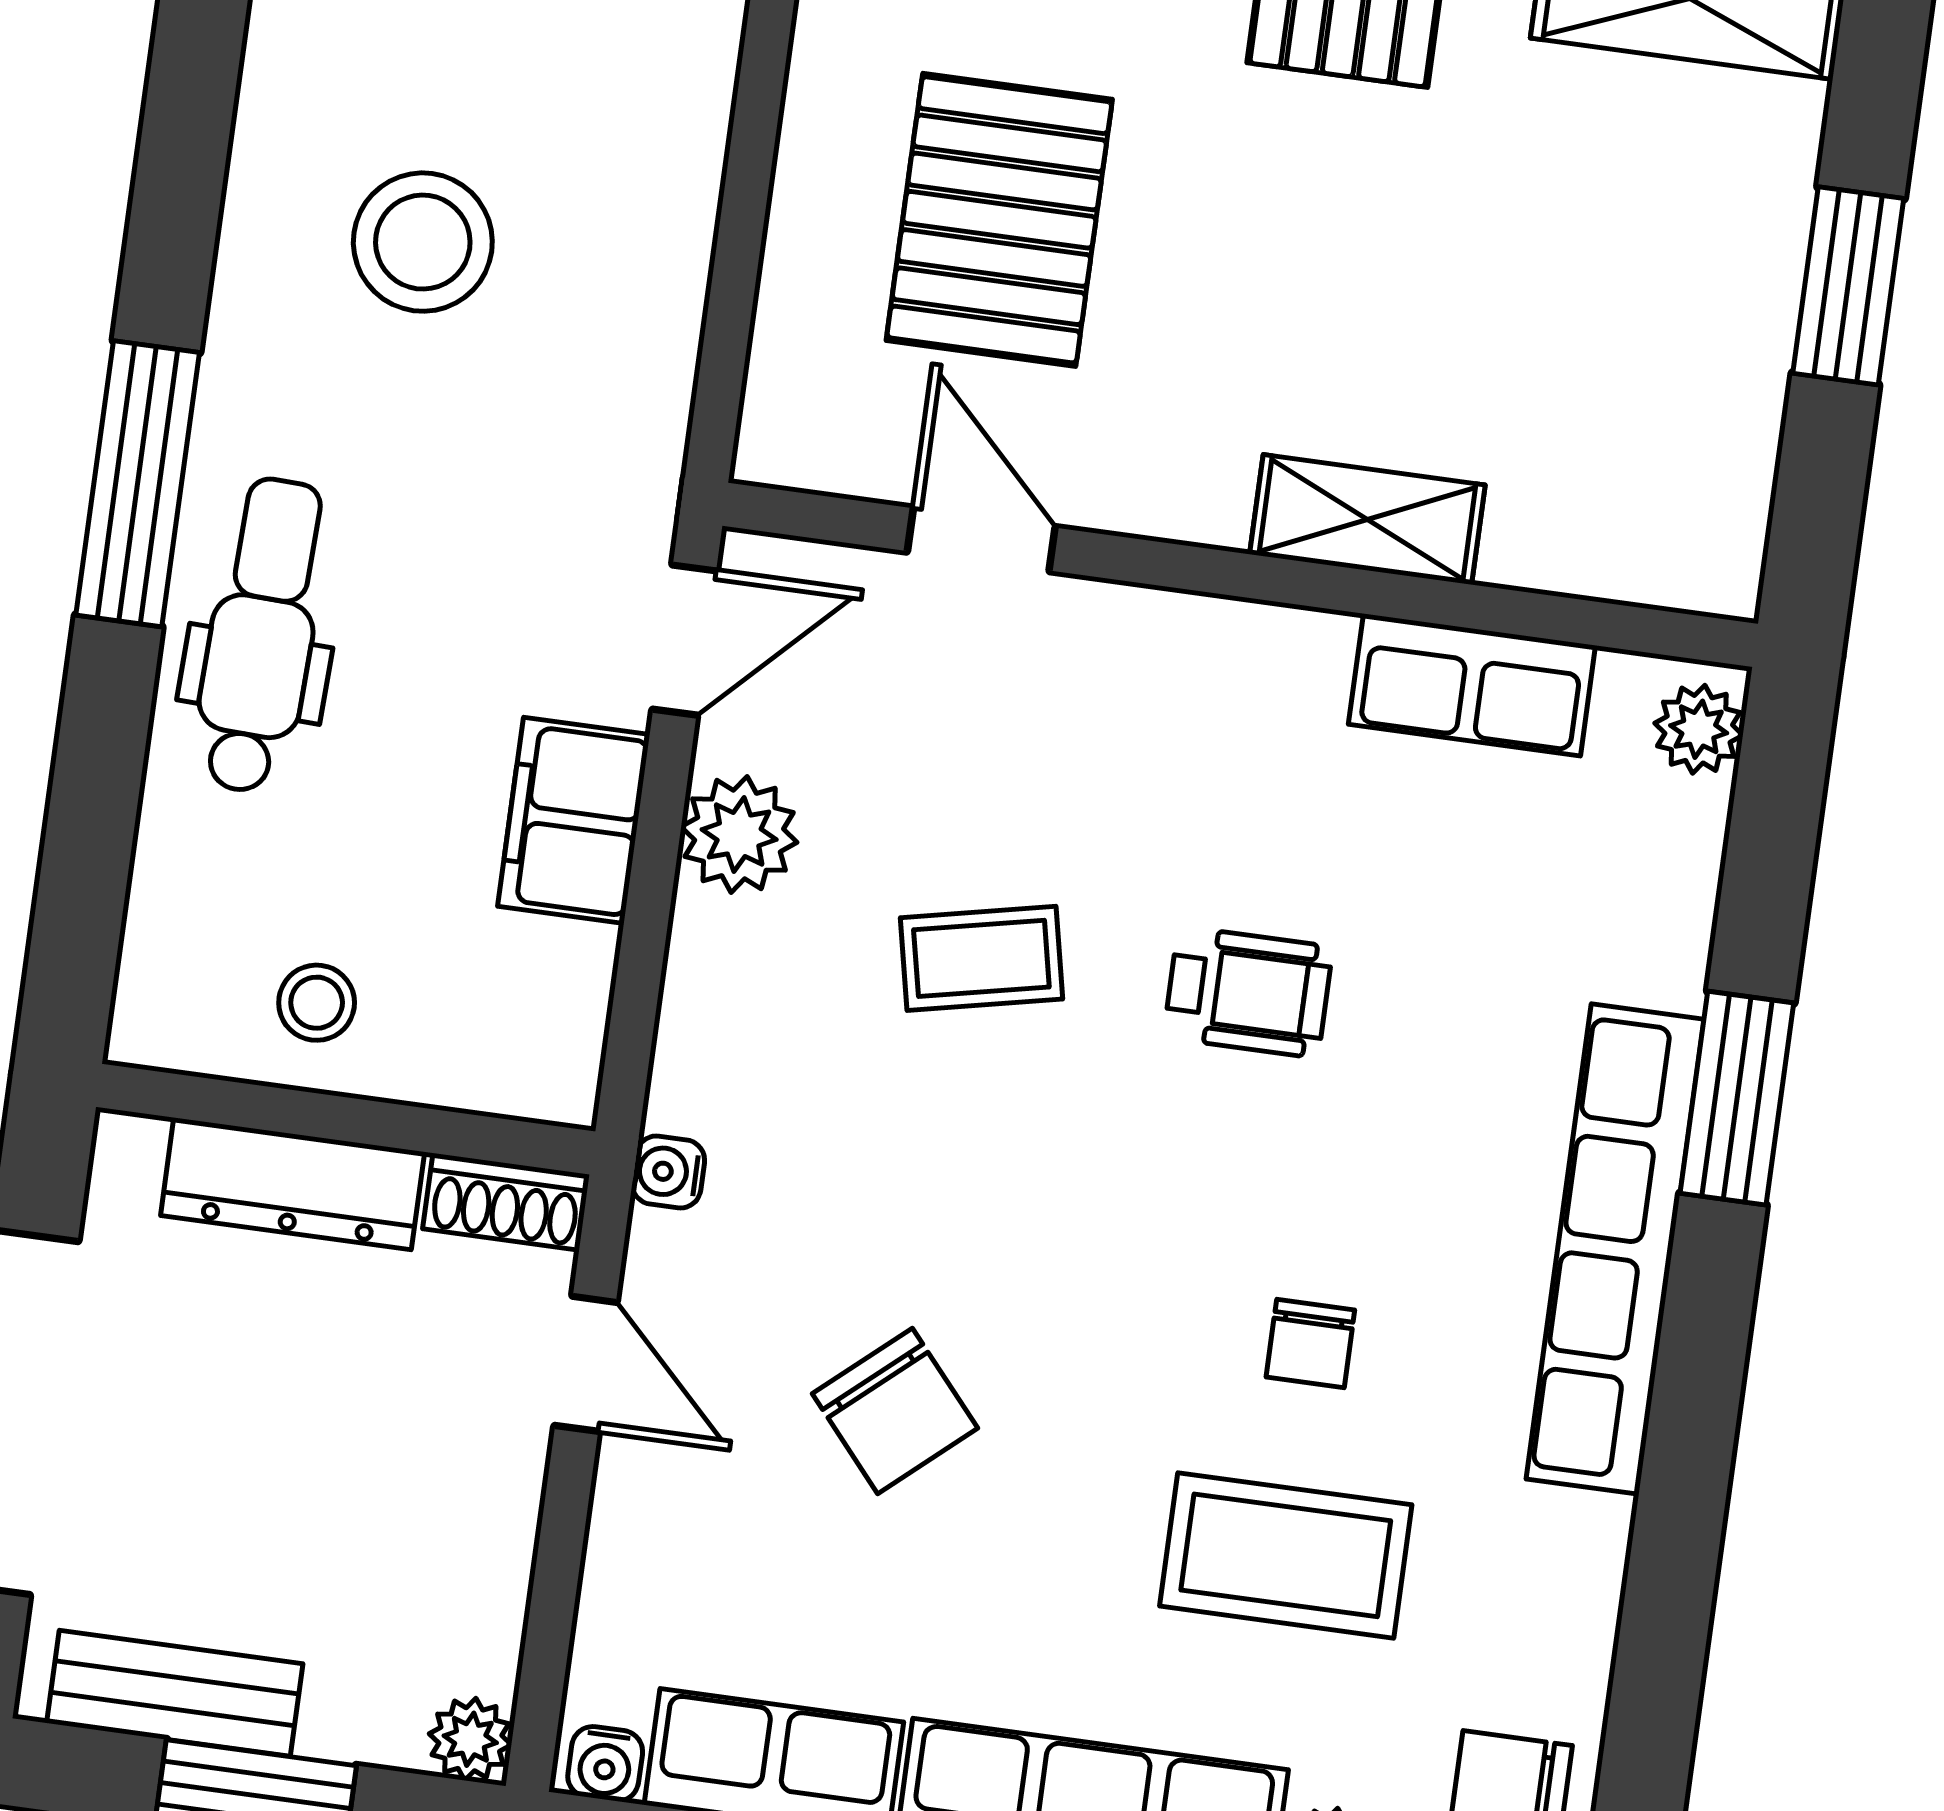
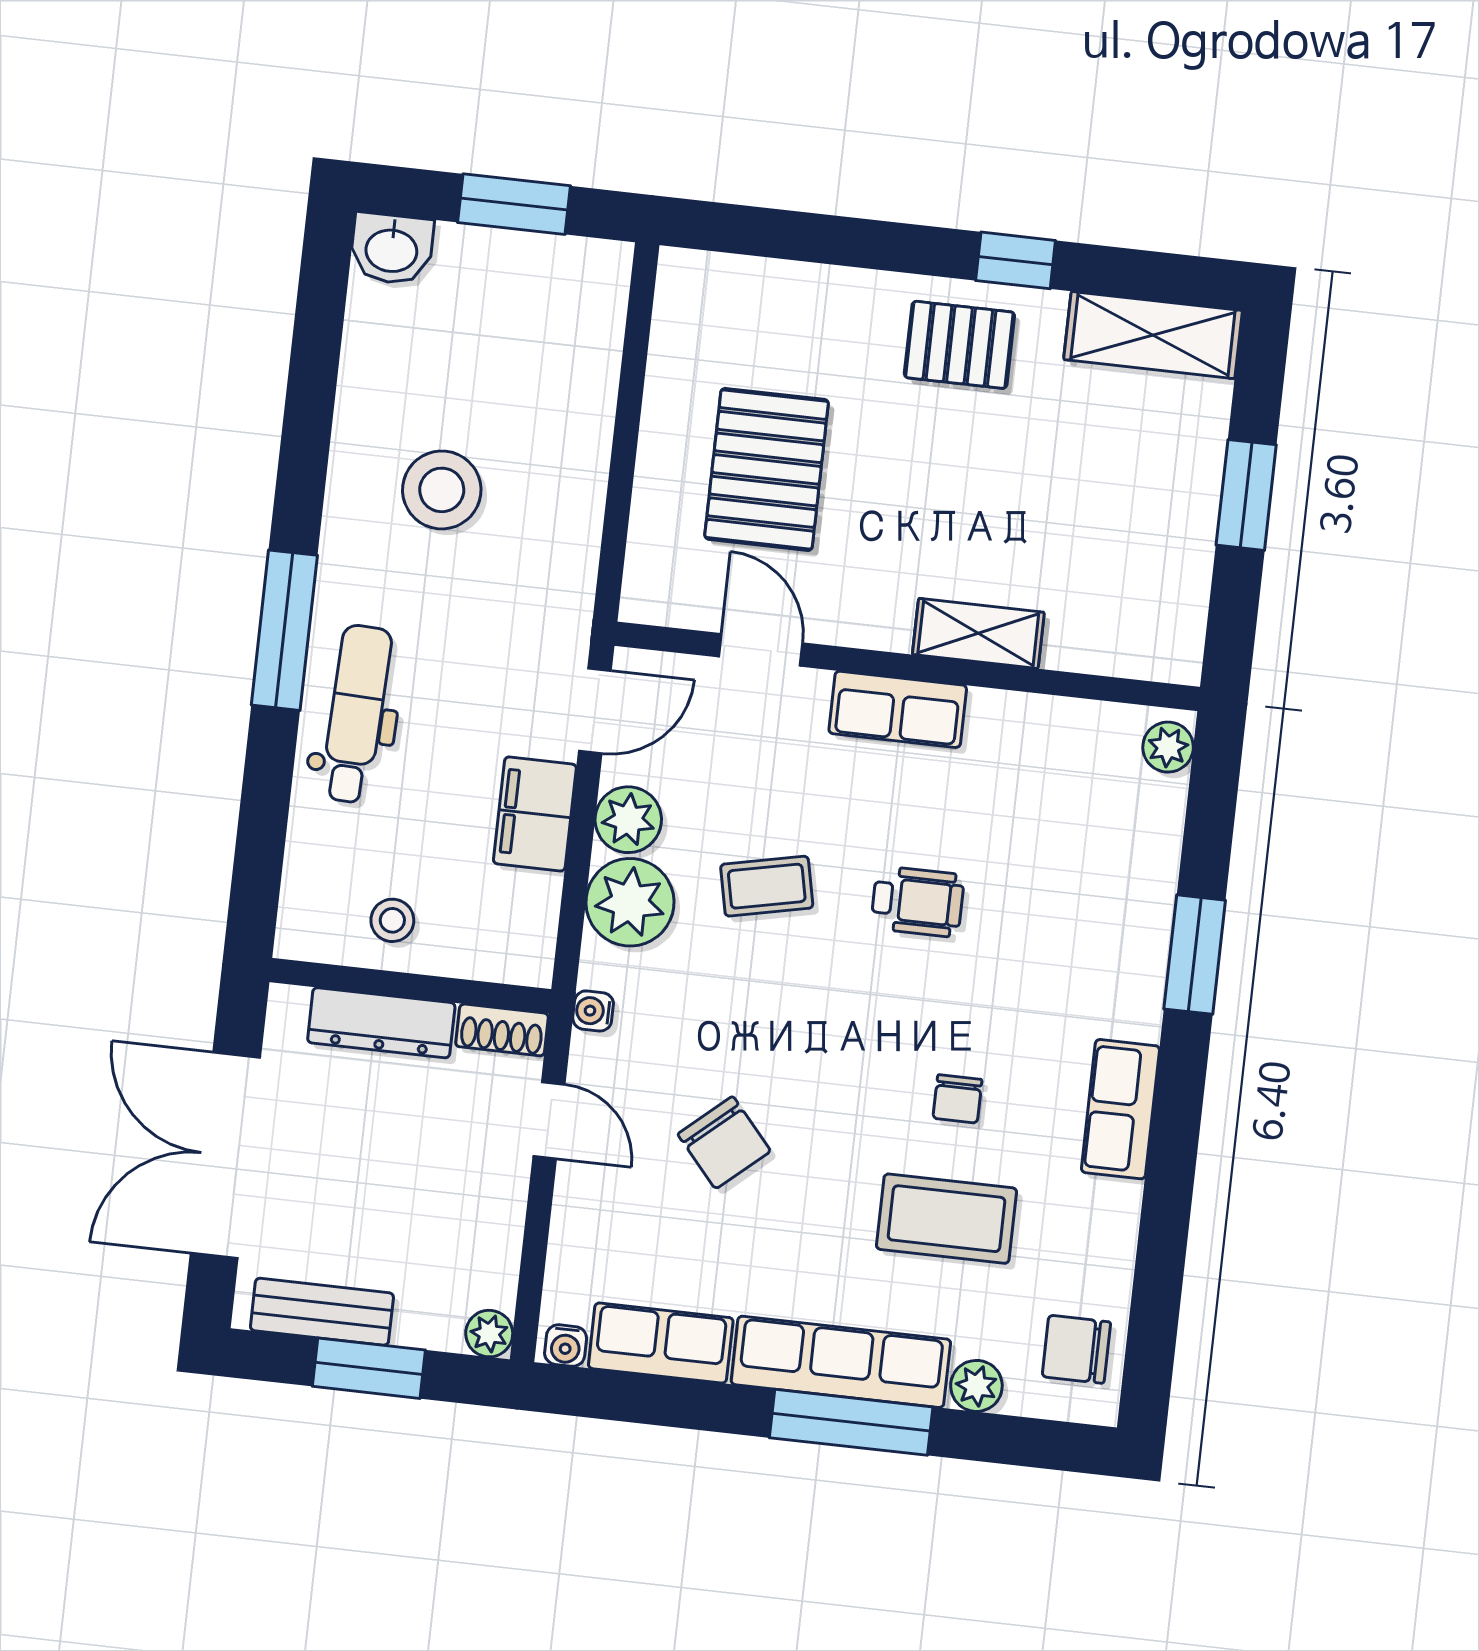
row of seats: (1472, 685) -> (898, 709), moved
plant: (738, 981) -> (630, 902), added
row of seats: (1615, 1249) -> (1120, 1109), width x0.50

